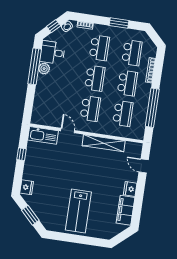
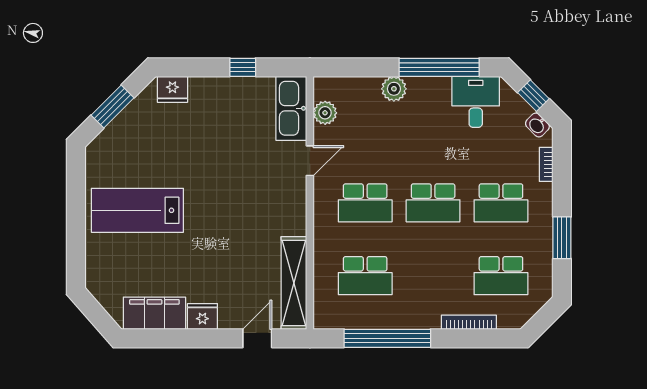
plant: (44, 69) -> (394, 89), moved
school desk: (127, 83) -> (433, 276), removed
plant: (47, 121) -> (325, 113), added
shelving: (104, 143) -> (294, 283), moved

